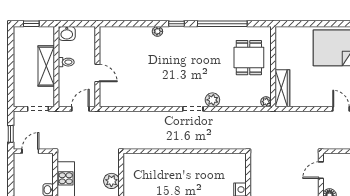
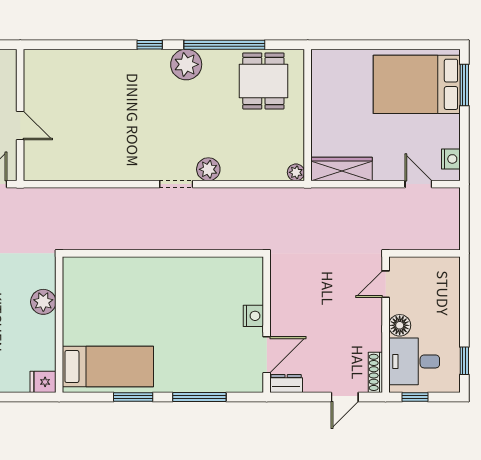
plant: (157, 31) -> (186, 64), moved, width x1.88, depth x1.88
dining table: (249, 58) -> (263, 81), moved
wardrobe: (282, 88) -> (342, 169), moved, turned -90

